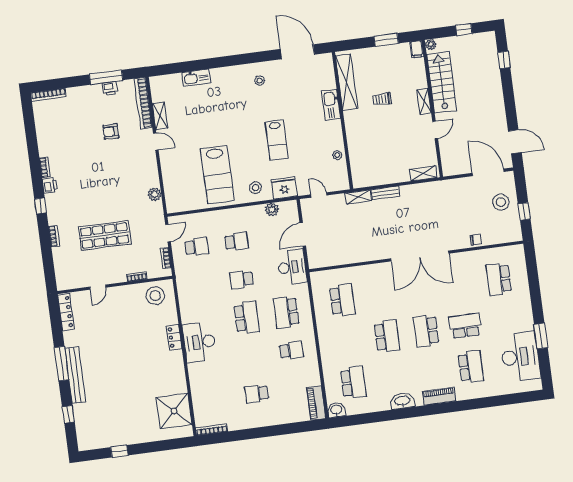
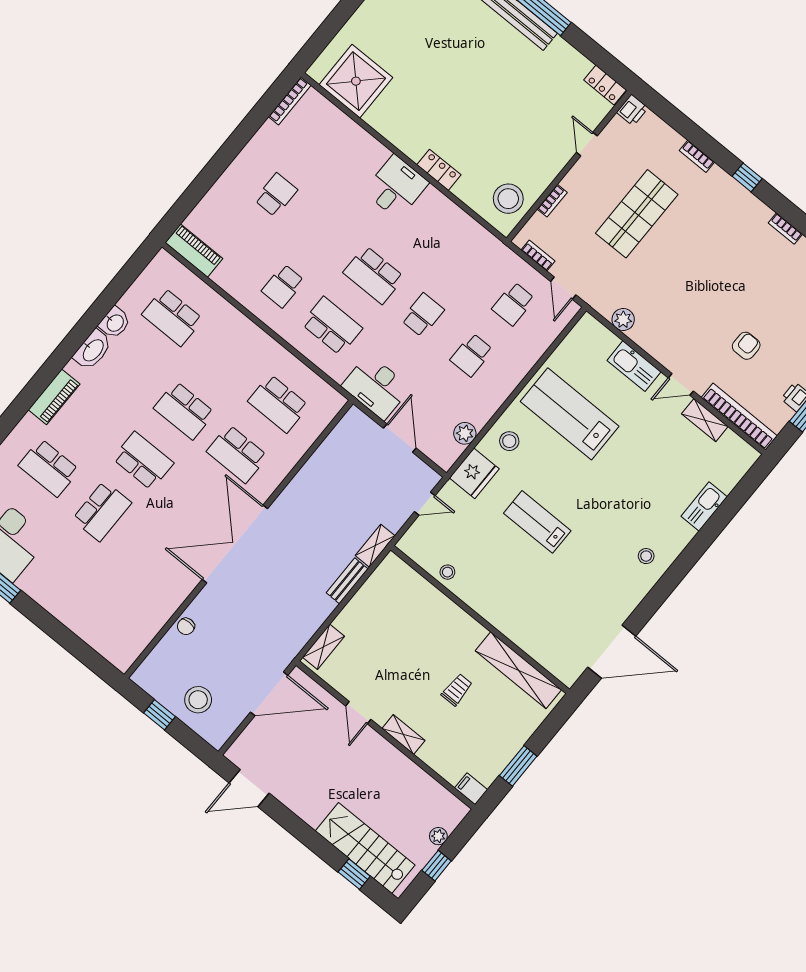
plant: (431, 45) -> (438, 836), moved
stool: (260, 81) -> (646, 556), moved
stairs: (442, 82) -> (365, 848), moved, turned 180
kitchen sink: (331, 105) -> (634, 366), moved, turned 180
door: (488, 172) -> (269, 694), moved
printer: (50, 185) -> (632, 110), moved, turned -90
school desk: (499, 279) -> (237, 454), moved, turned 180
locker: (66, 312) -> (605, 85), width x0.66
desk: (199, 342) -> (396, 187), width x0.73
washbasin: (336, 410) -> (115, 323), moved

